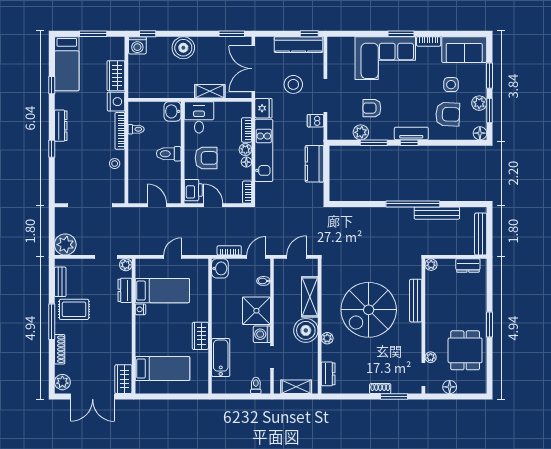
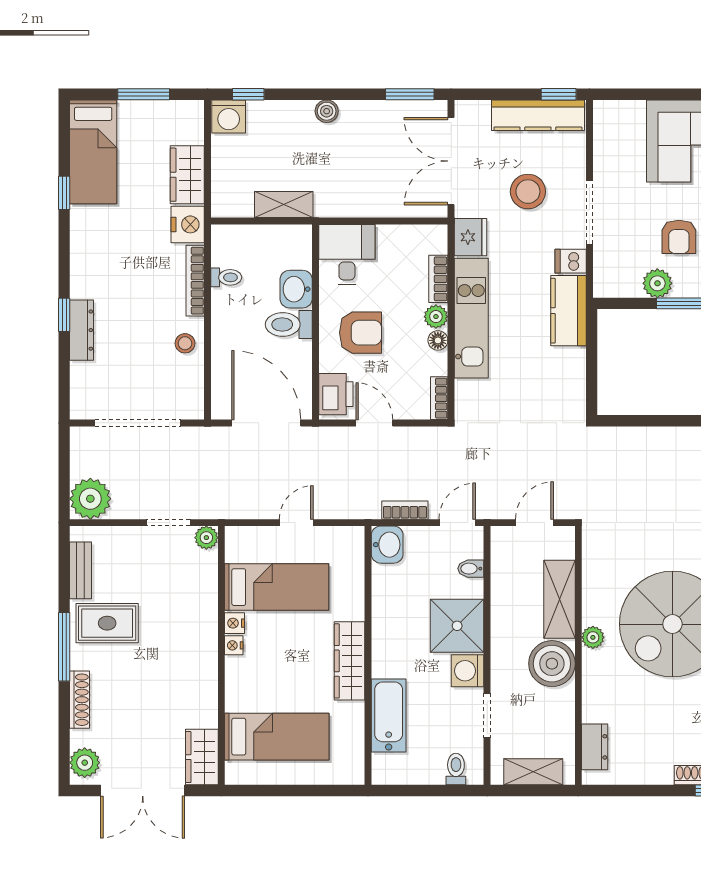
boiler: (183, 48) -> (327, 111), width x0.54, depth x0.54
shelving: (210, 91) -> (284, 205), moved
armchair: (372, 108) -> (679, 237), turned -90
washbasin: (173, 111) -> (296, 289), moved
dresser: (61, 126) -> (82, 330), moved
kitchen counter: (314, 164) -> (568, 311), moved
door: (157, 205) -> (266, 423), width x1.88
dresser: (125, 290) -> (205, 587), removed
nightstand: (140, 321) -> (234, 645), added
wardrobe: (200, 336) -> (350, 661), width x1.50
plant: (327, 338) -> (593, 637), moved

